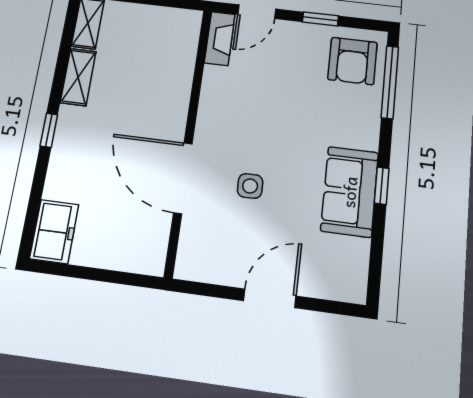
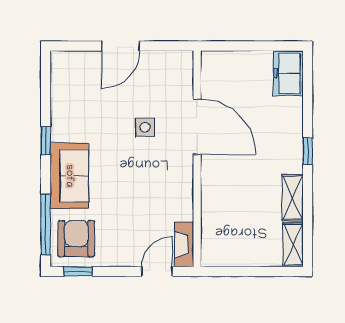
window: (320, 19) -> (78, 271), moved
sofa: (350, 192) -> (69, 176), moved

